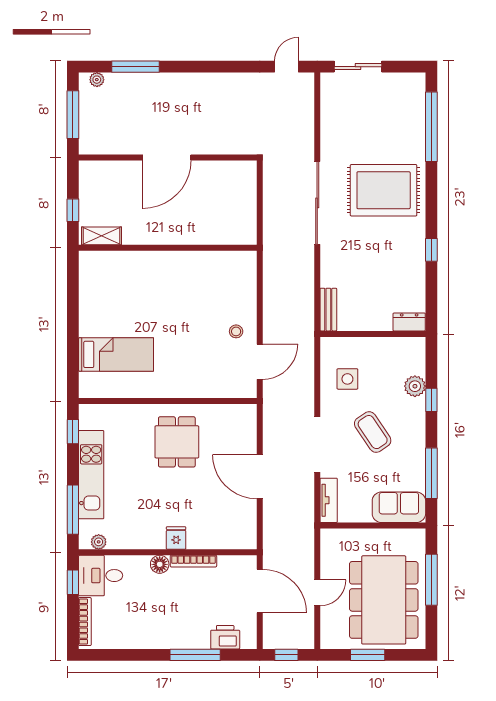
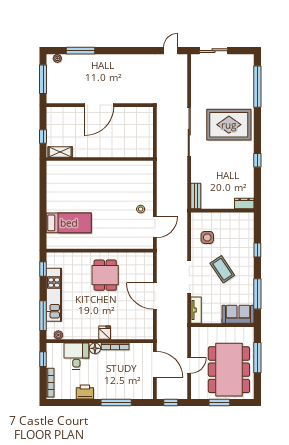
plant: (415, 386) -> (248, 242), removed
desk: (101, 576) -> (76, 356), moved, turned 90
printer: (225, 637) -> (85, 392), moved

